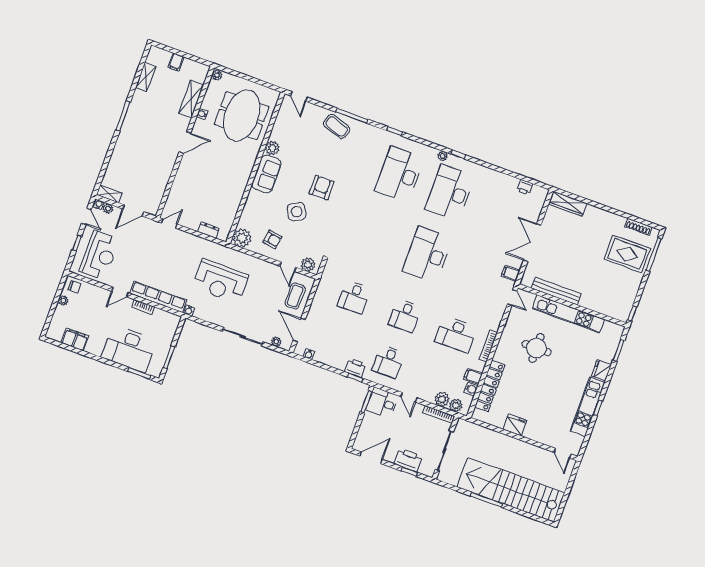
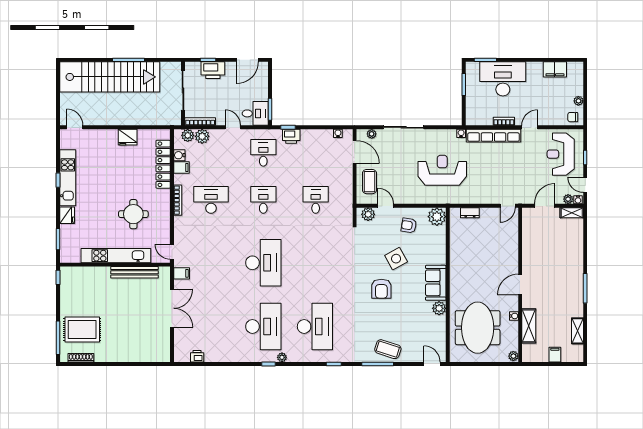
wardrobe: (568, 204) -> (153, 355), removed

